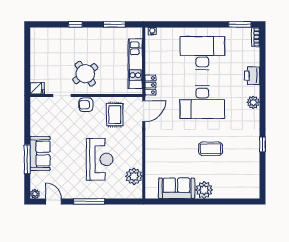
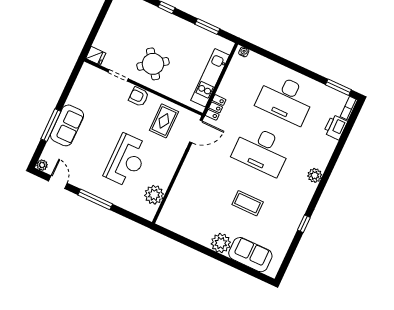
desk: (202, 53) -> (285, 99), turned 180
printer: (252, 76) -> (335, 127), moved
sofa: (177, 188) -> (250, 255), moved

